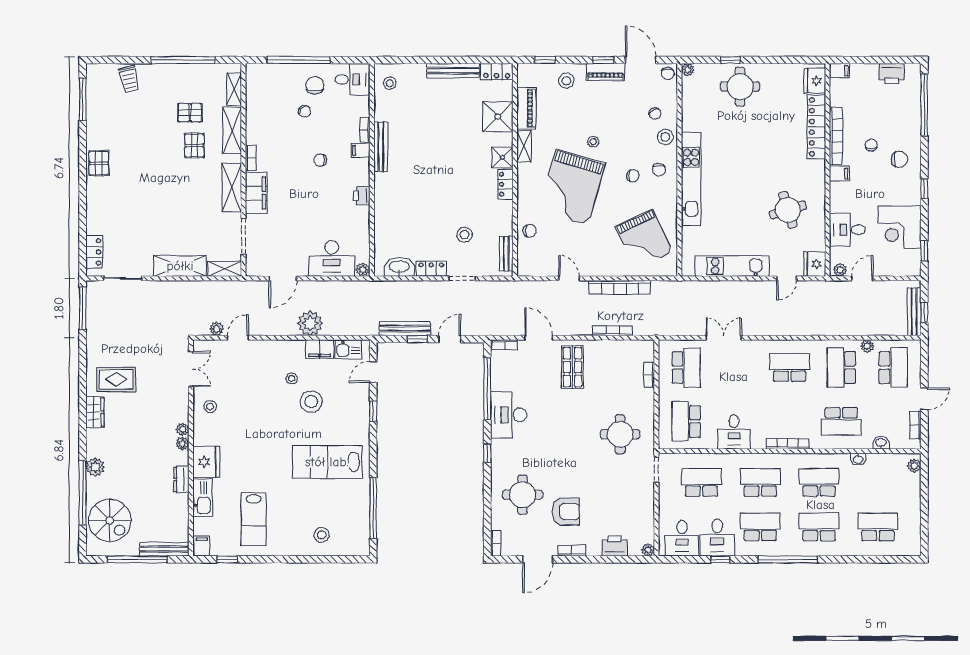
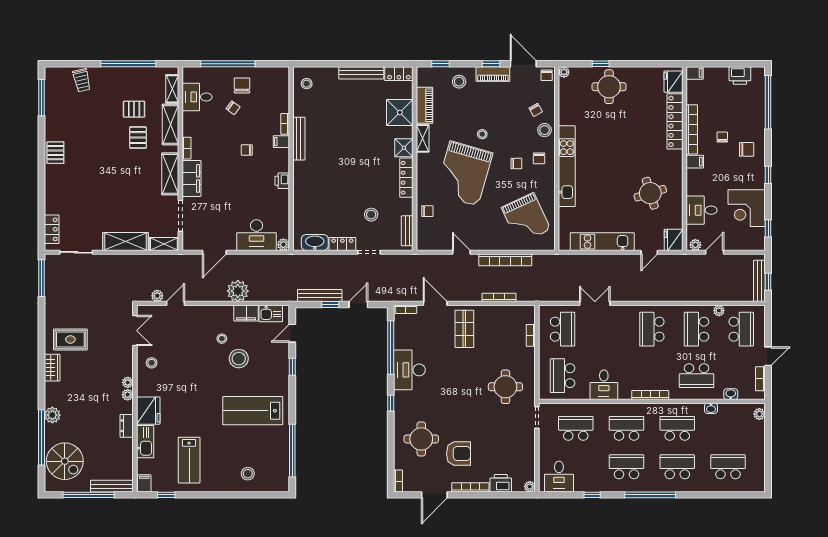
desk: (352, 79) -> (197, 97), moved, turned 180
locker: (505, 184) -> (406, 178), width x1.53
school desk: (790, 368) -> (652, 329), turned -90
desk: (717, 538) -> (589, 476), removed
bookcase: (572, 551) -> (470, 487), width x1.56

